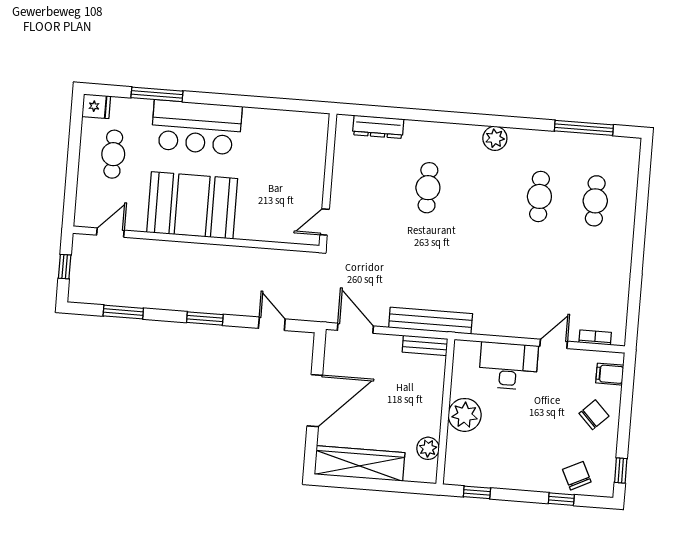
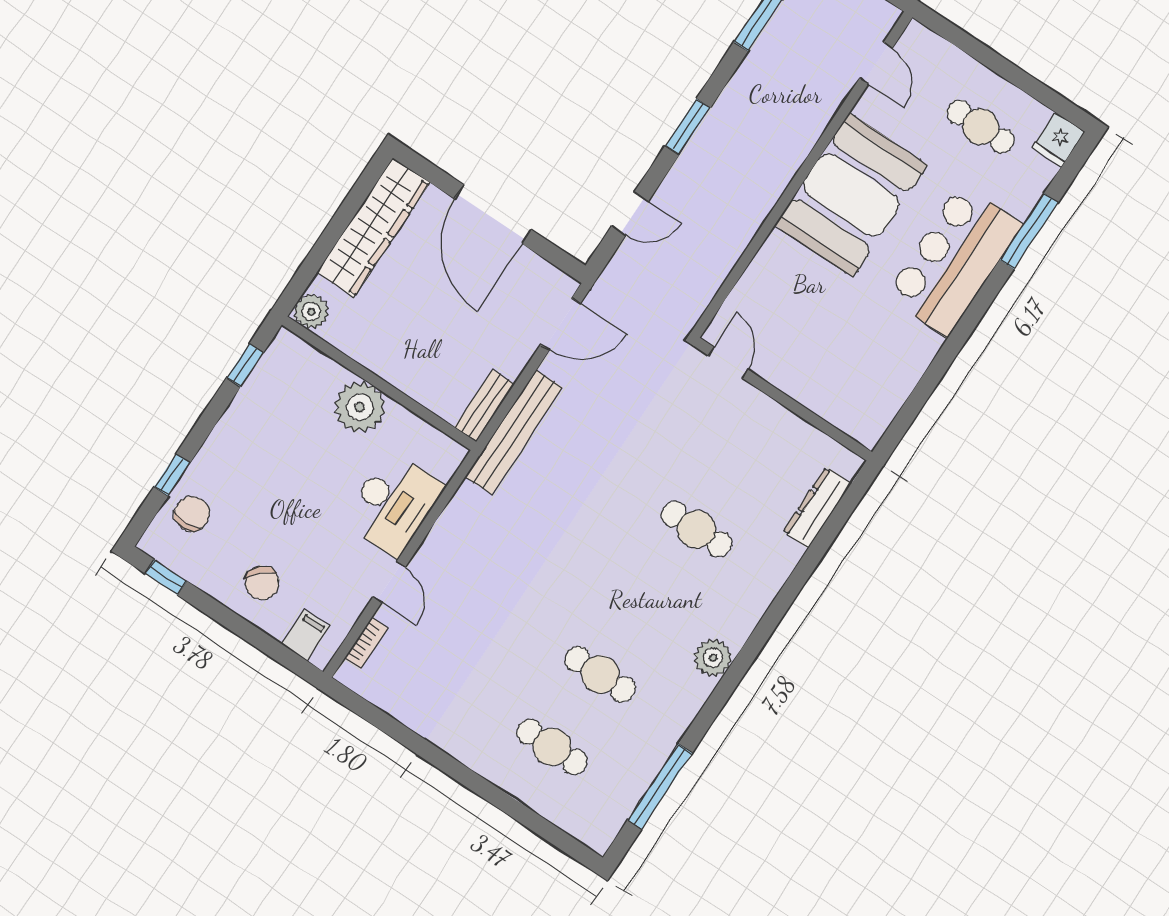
plant: (428, 448) -> (311, 312), moved
chair: (577, 476) -> (192, 514), turned -64

